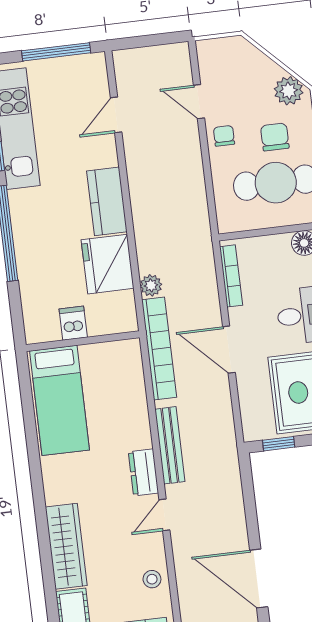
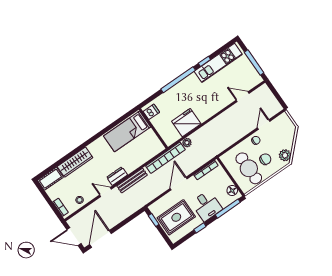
kitchen counter: (107, 201) -> (209, 110), removed
dishwasher: (73, 323) -> (151, 112), moved

